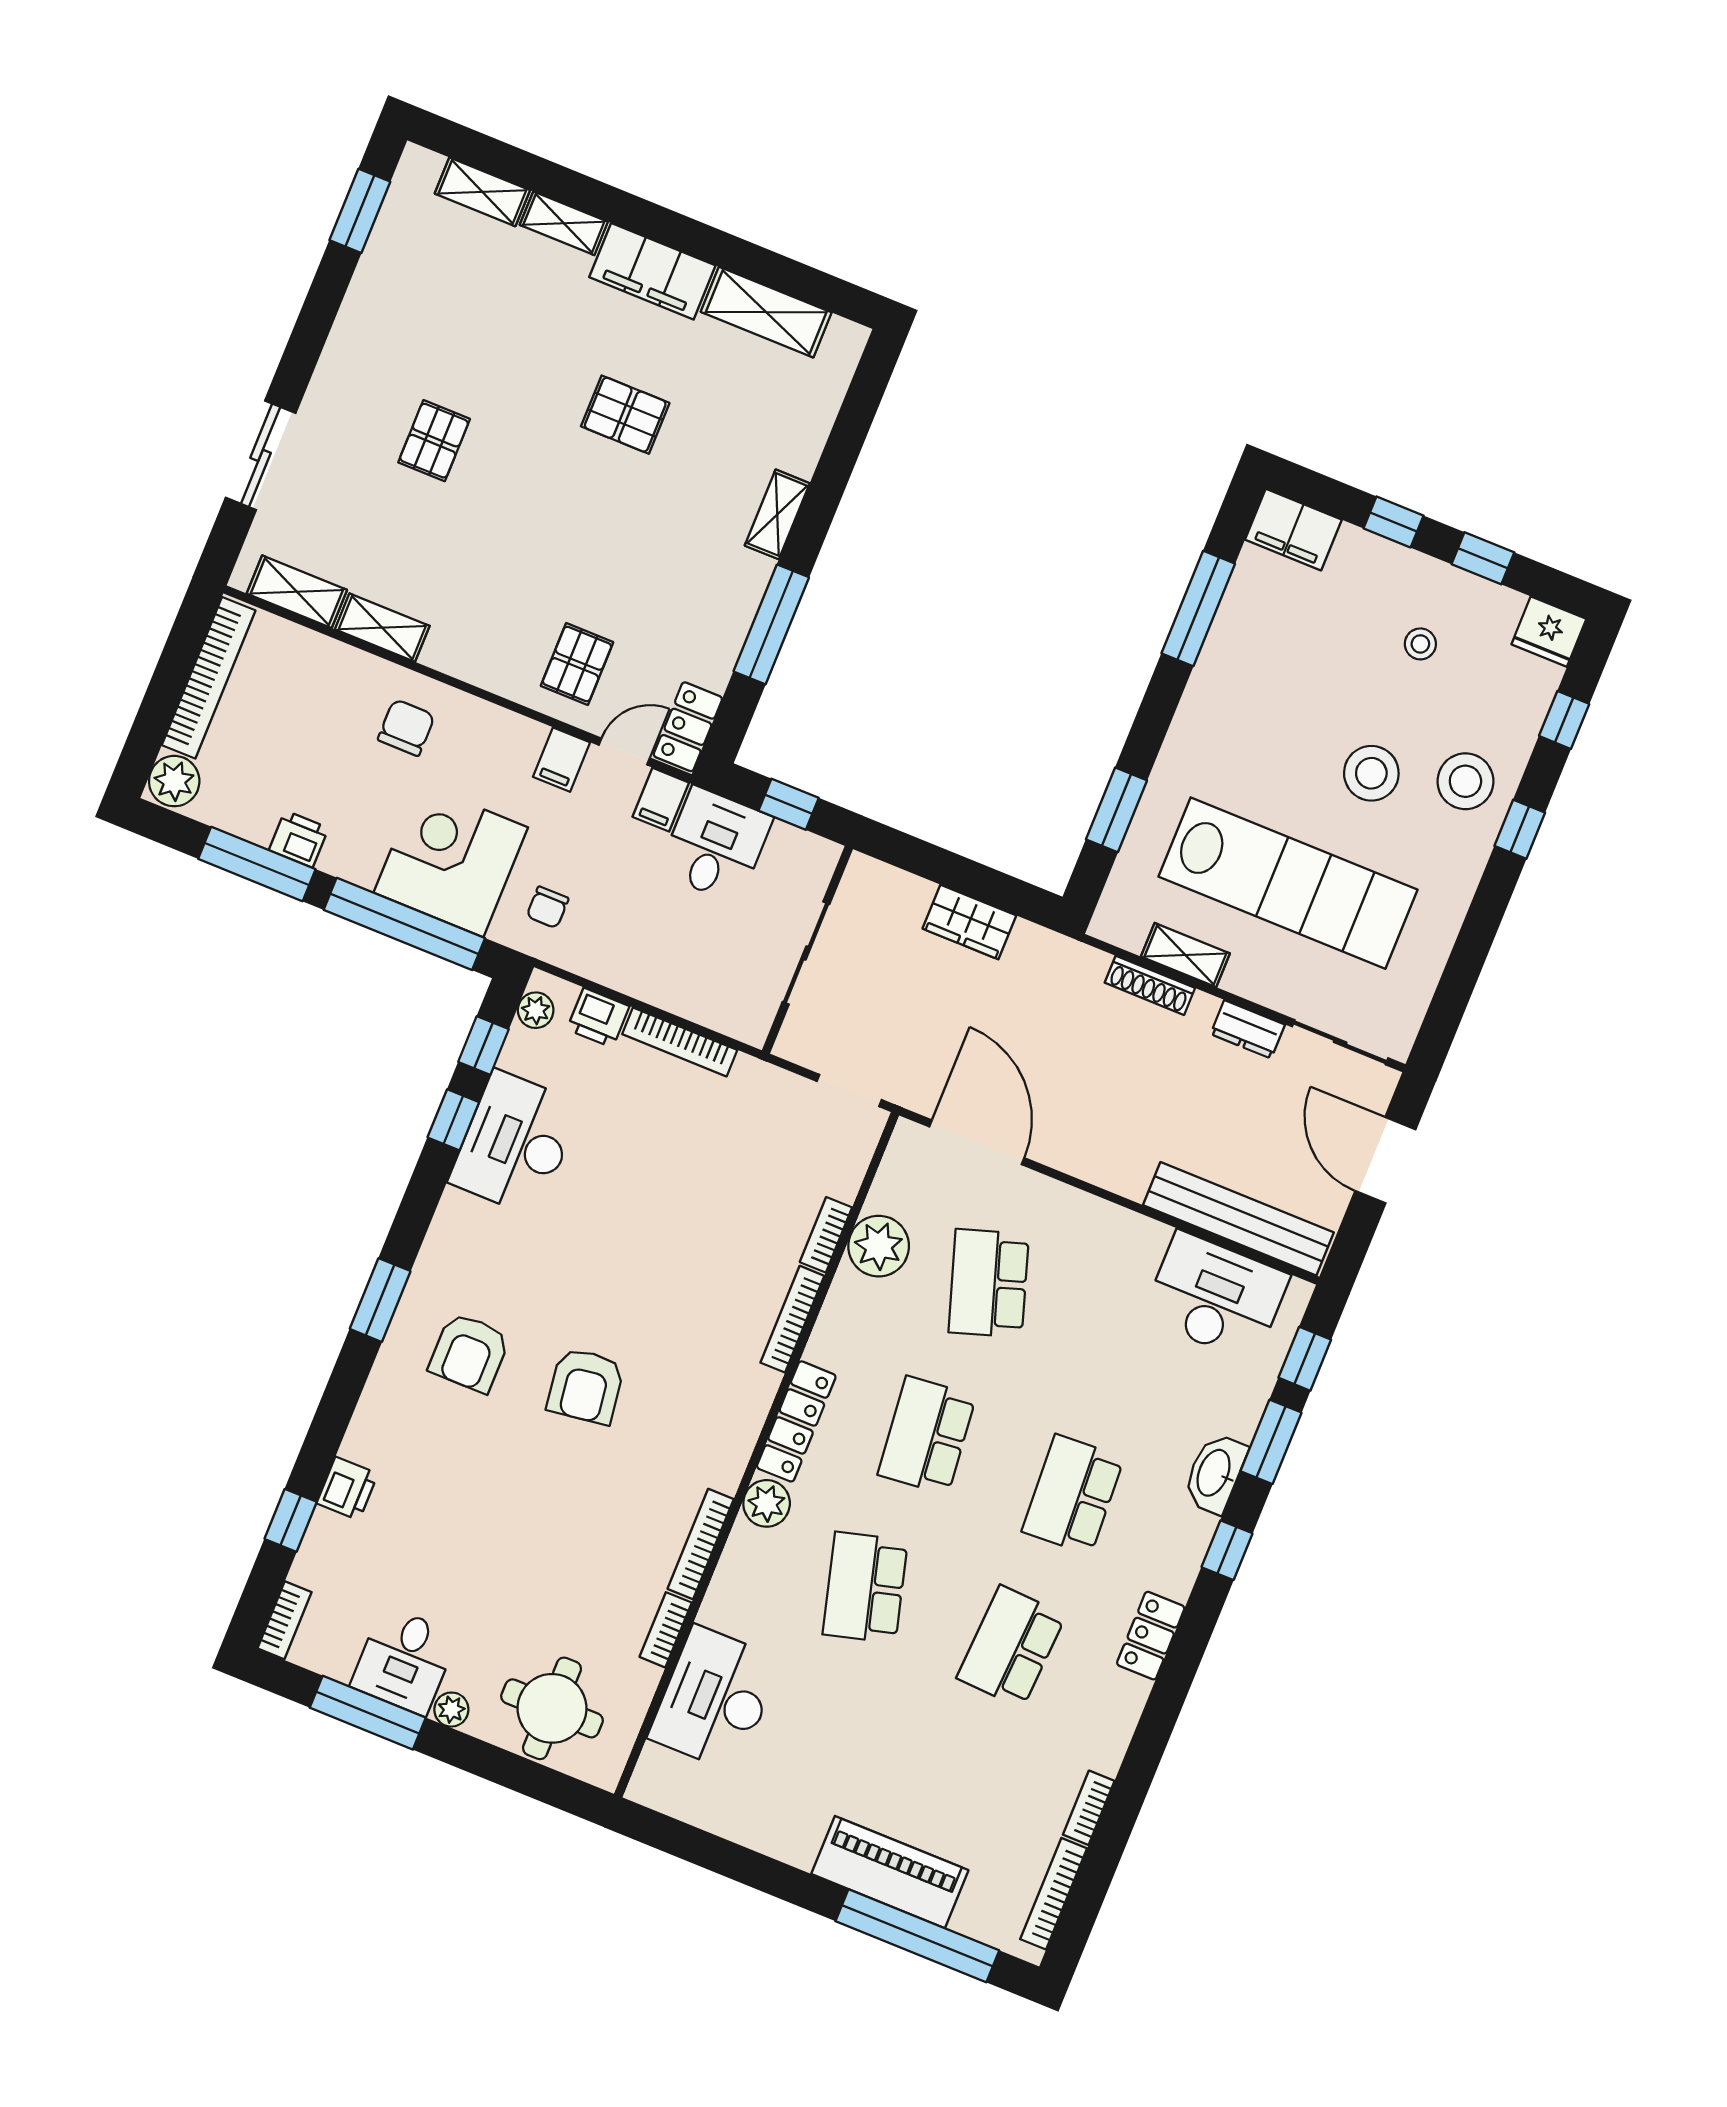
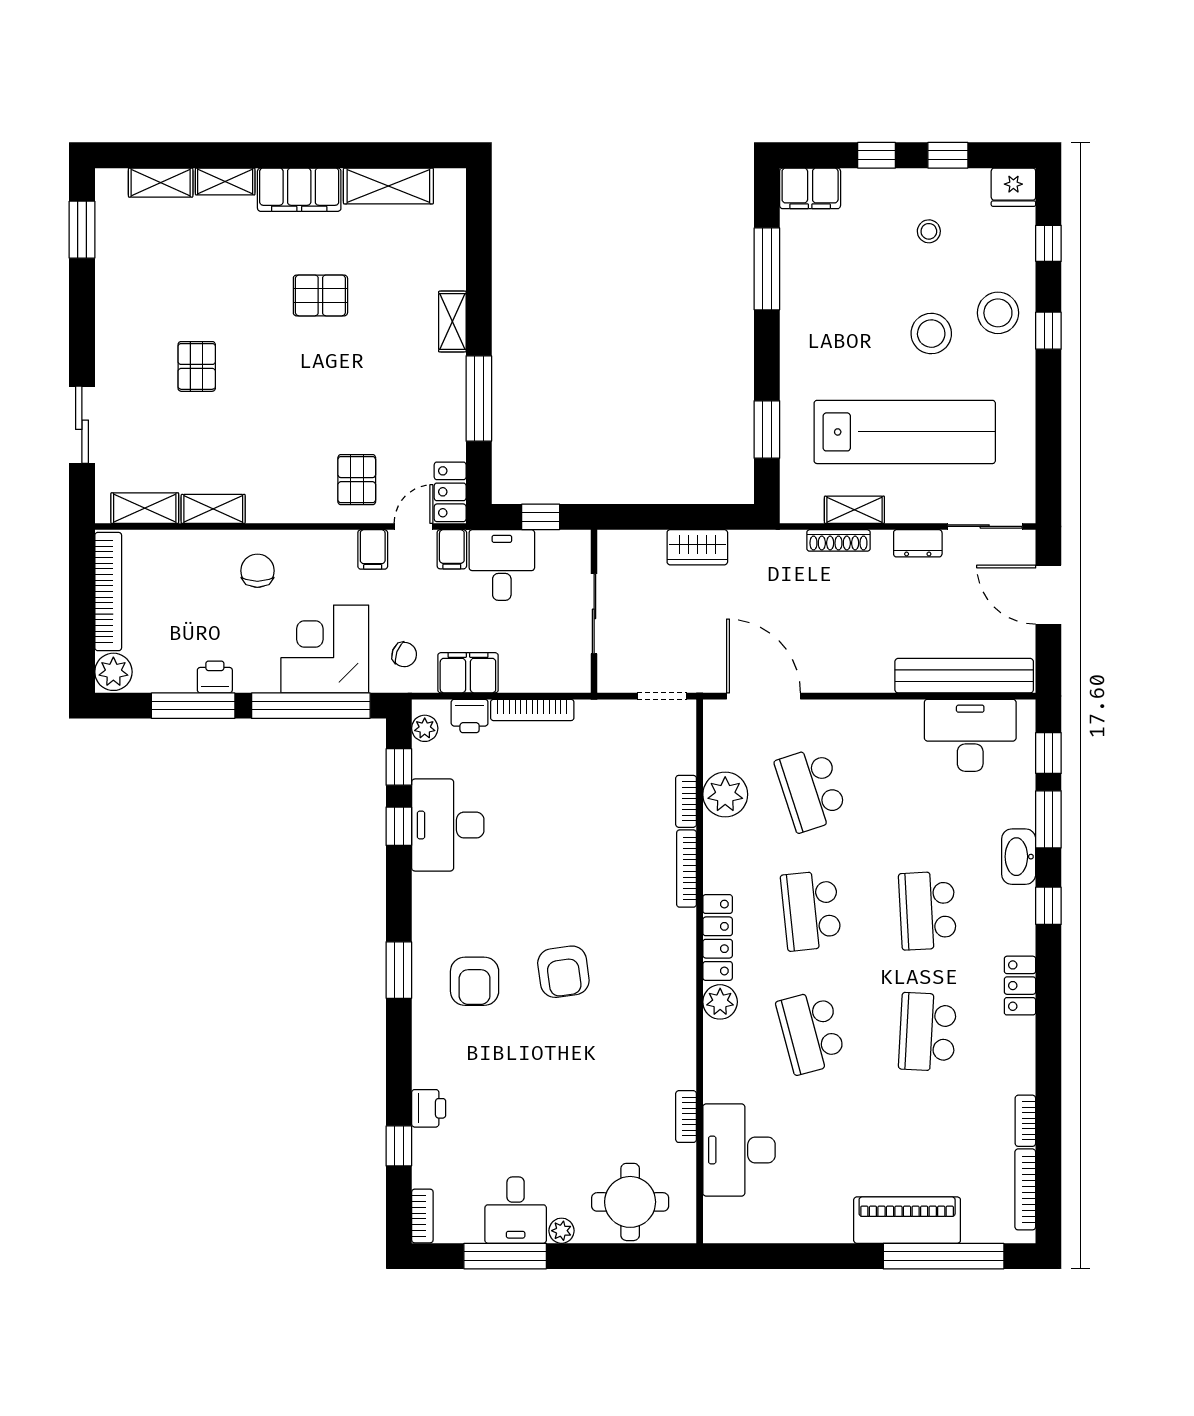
chair: (548, 907) -> (404, 654), turned -69
filing cabinet: (618, 963) -> (468, 673), added
bookcase: (701, 1544) -> (686, 1048), removed

